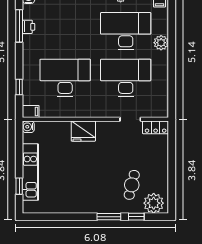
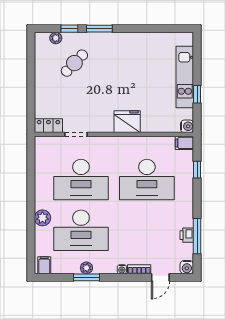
cafe table: (132, 185) -> (74, 63), turned 30
window: (19, 186) -> (197, 94), moved
plant: (154, 203) -> (56, 38), width x0.53, depth x0.53

